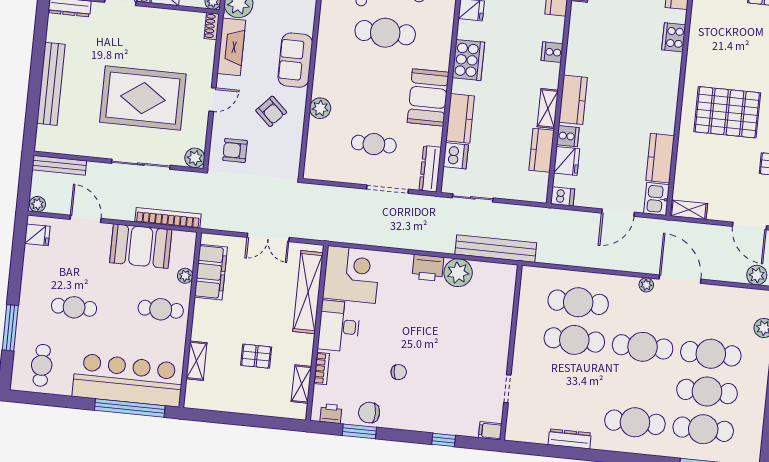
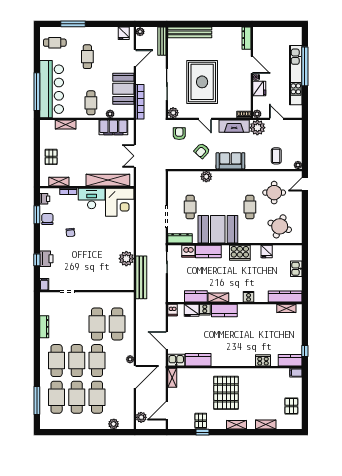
cafe table: (385, 33) -> (250, 207), width x0.73, depth x0.74
bench: (51, 84) -> (190, 32), moved
booth: (428, 97) -> (218, 229), width x1.36, depth x1.42
printer: (428, 268) -> (46, 259), moved, turned 180
pallet: (256, 356) -> (51, 157), moved
cafe table: (639, 385) -> (77, 361), added

